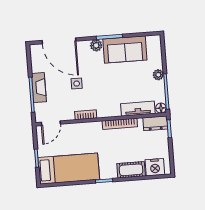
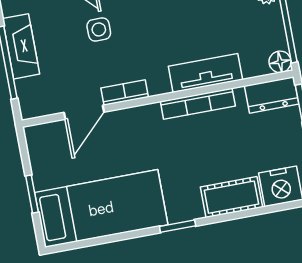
tv unit: (138, 109) -> (205, 73), moved
door: (51, 123) -> (84, 112), moved

